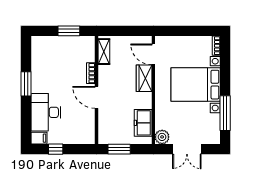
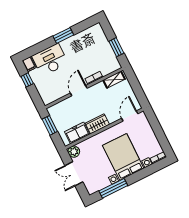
wardrobe: (144, 78) -> (97, 124), moved

